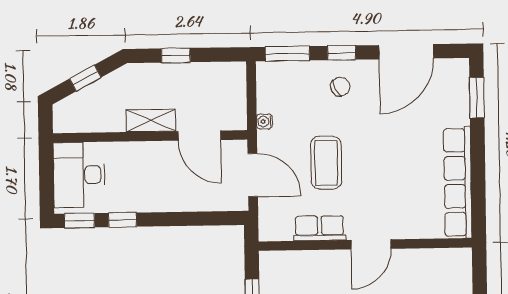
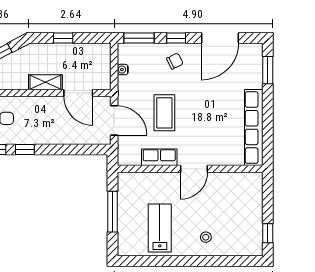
water cooler: (264, 122) -> (123, 70), moved

